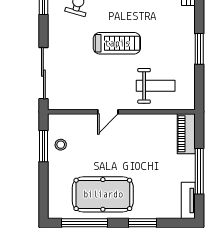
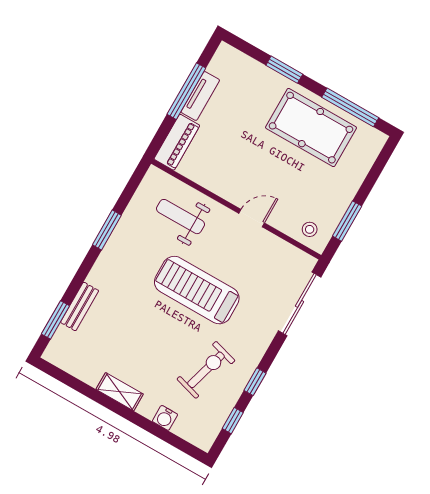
treadmill: (117, 43) -> (197, 290), width x1.37, depth x1.37
stool: (61, 145) -> (310, 229), moved
tv unit: (188, 200) -> (200, 96), moved

